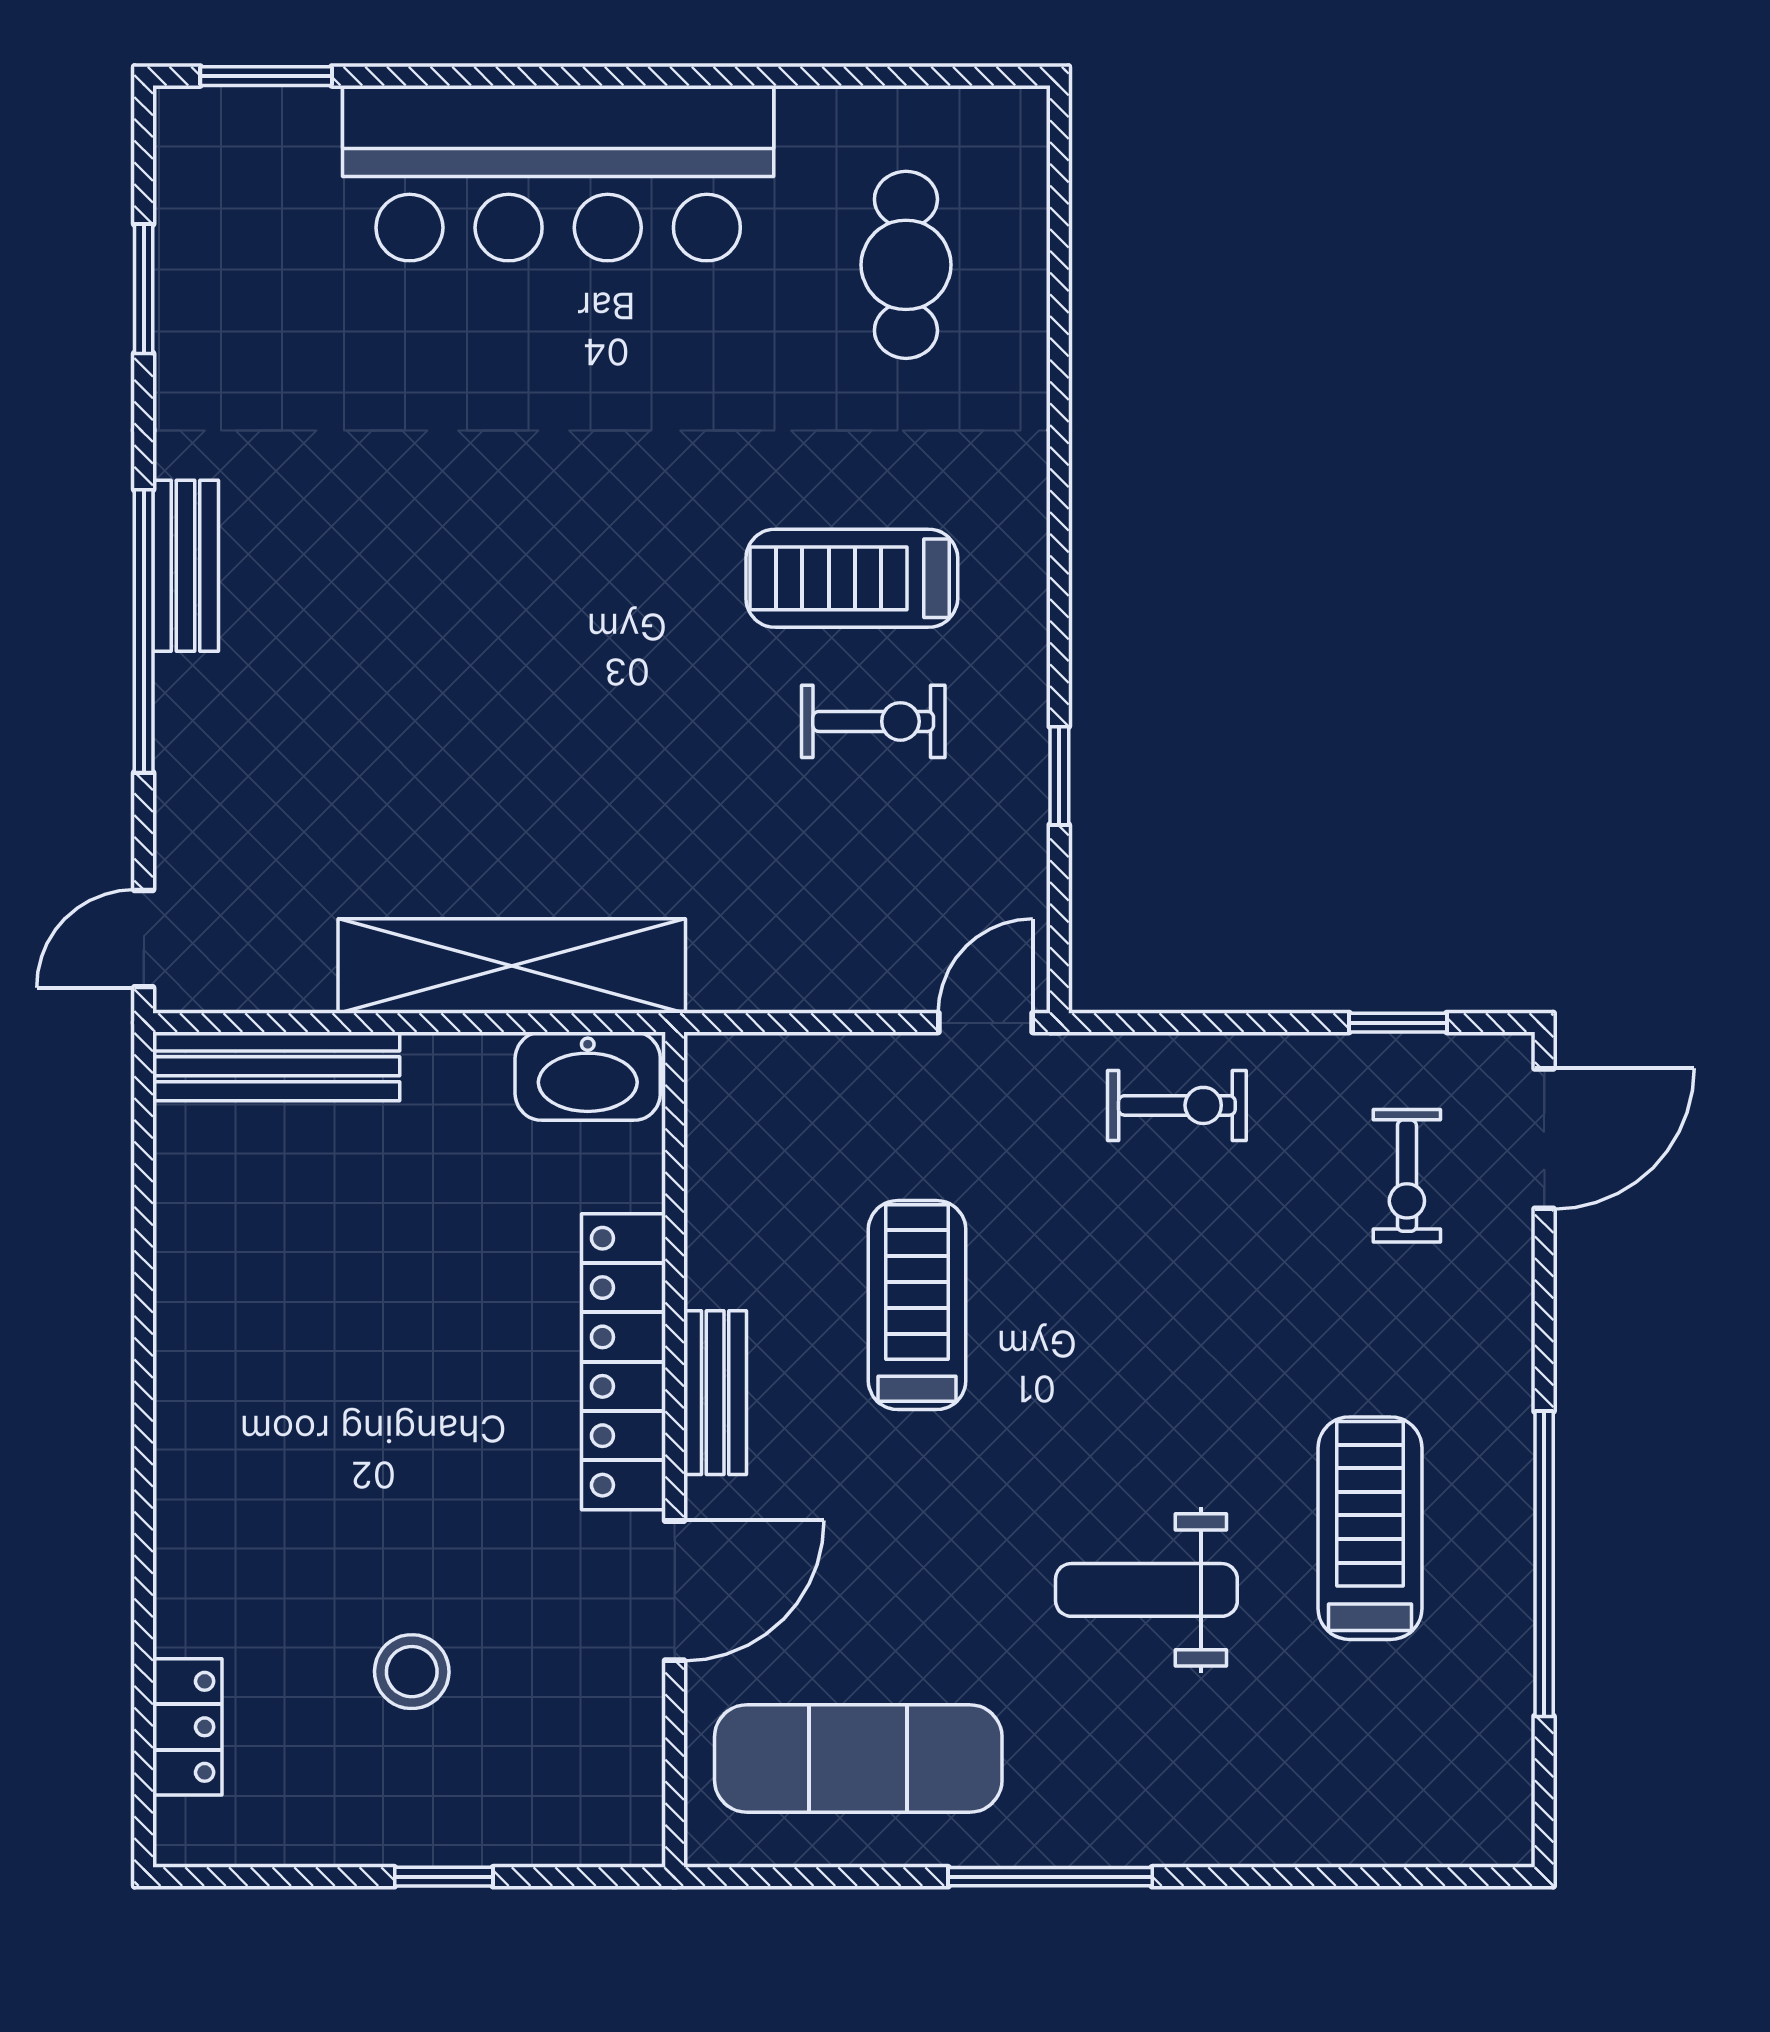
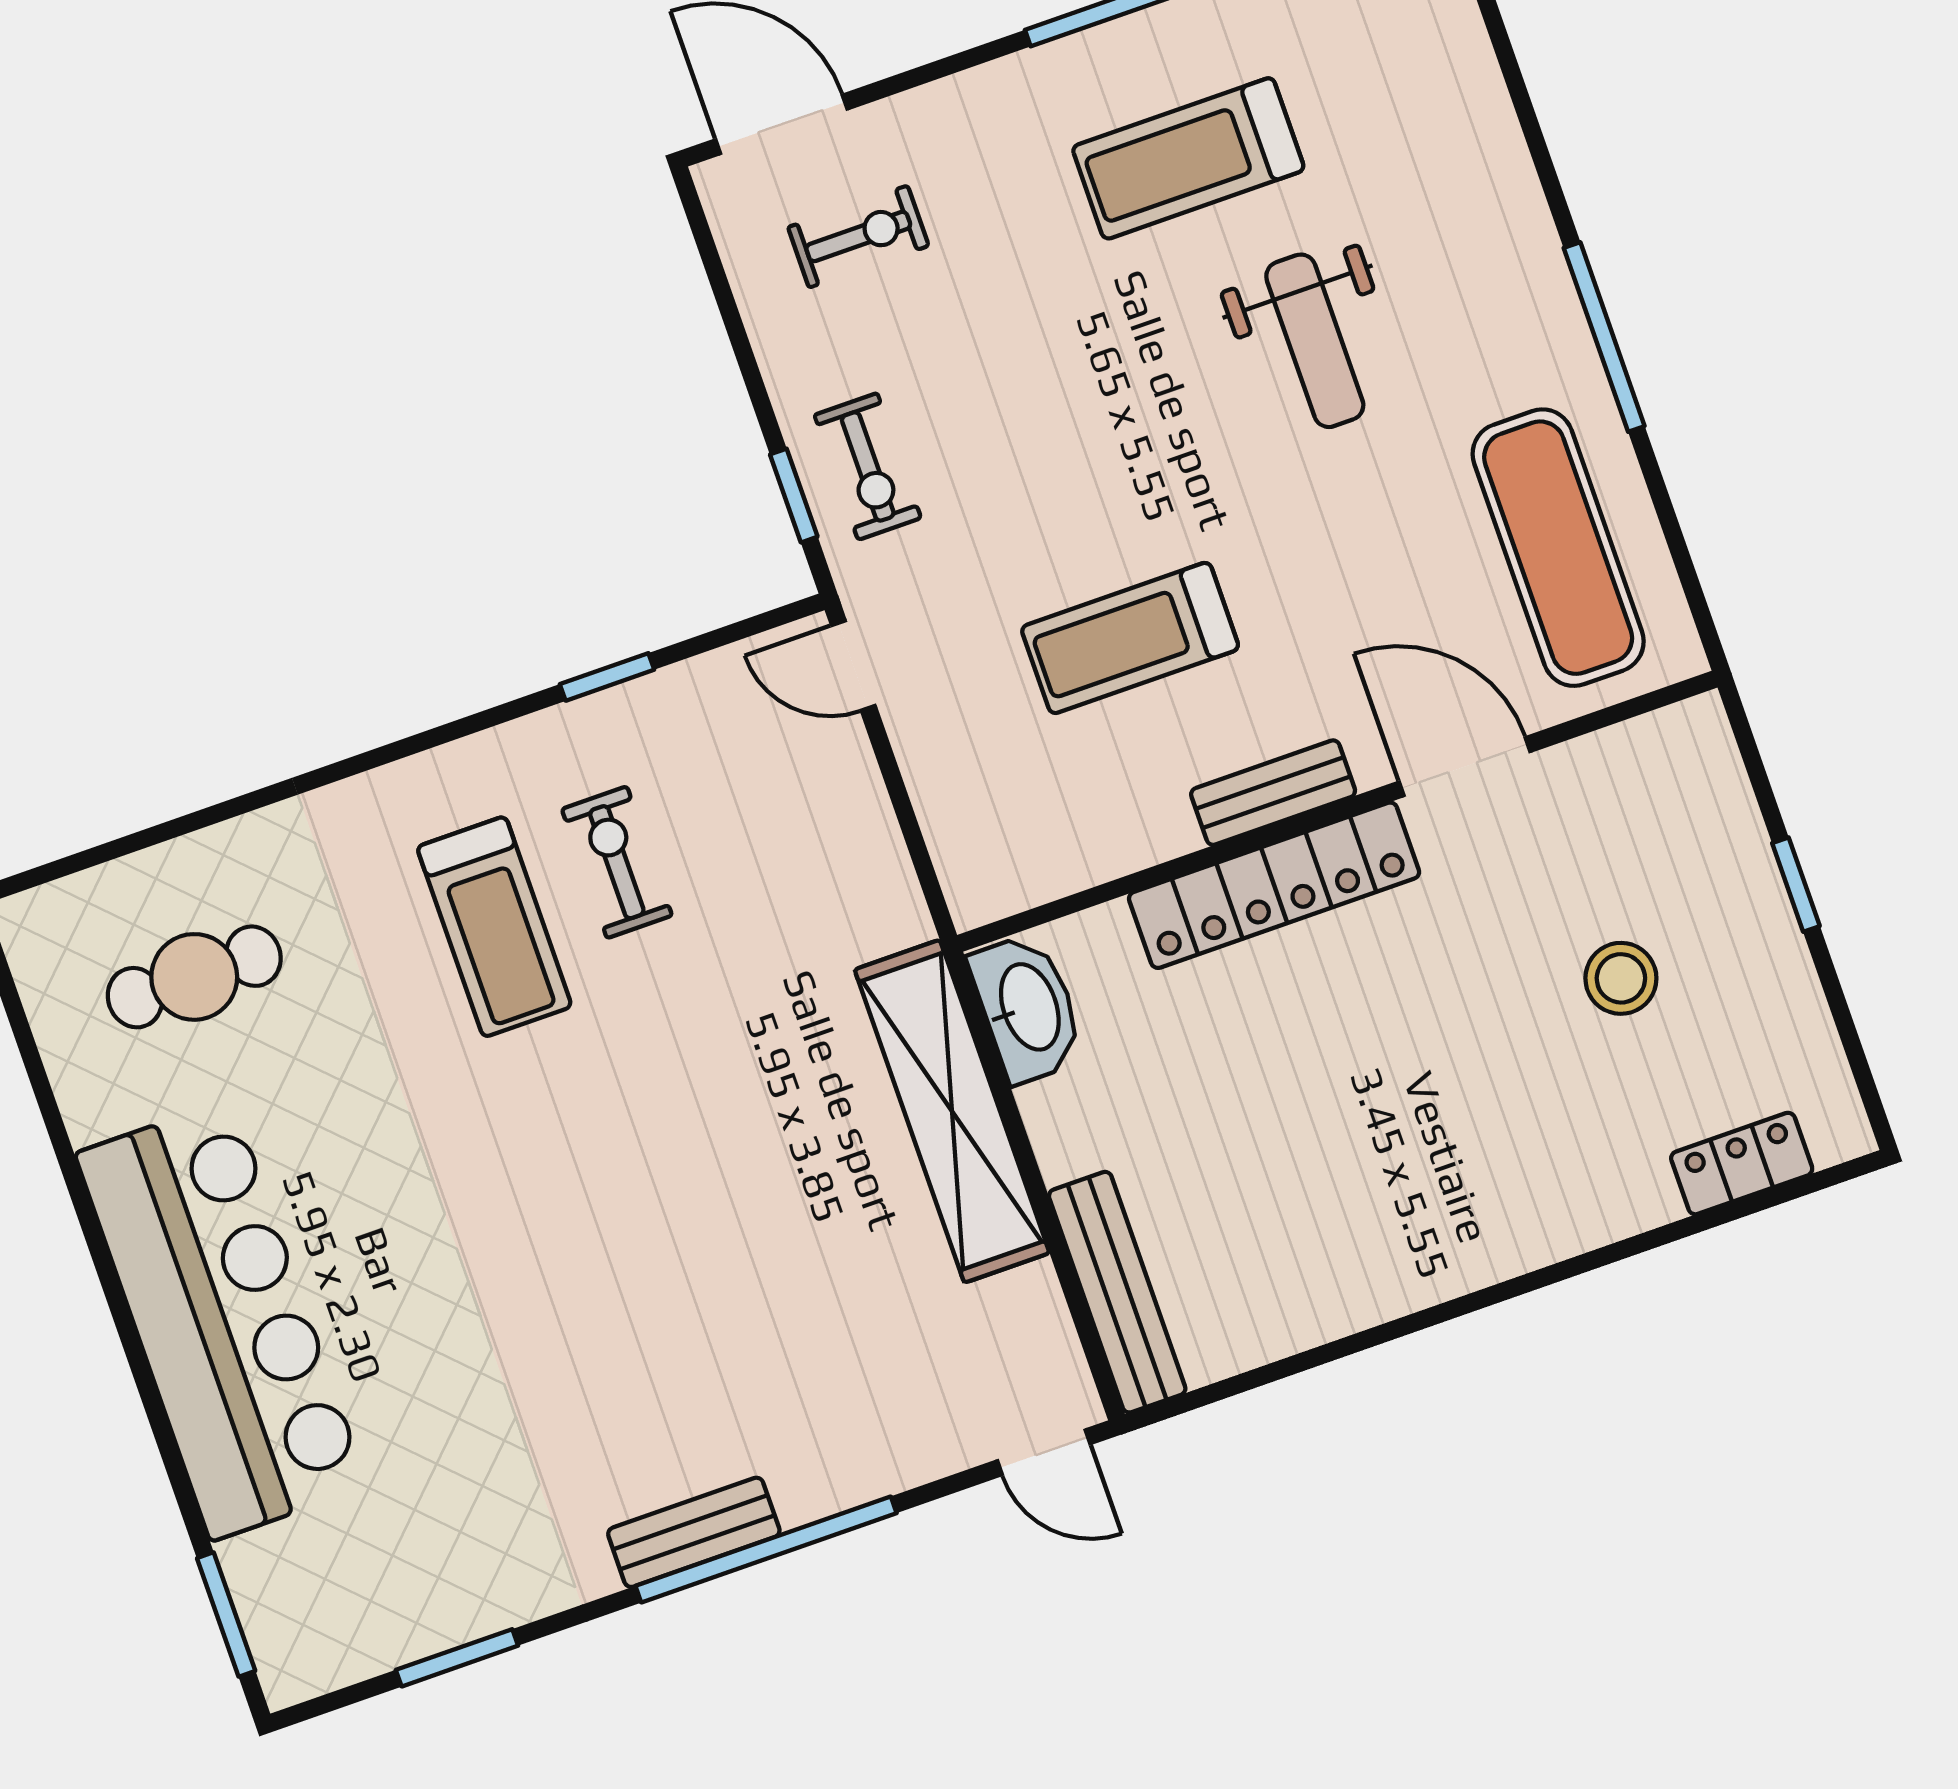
window: (1398, 1023) -> (794, 496), moved
exercise bike: (1177, 1105) -> (868, 466), turned 180

